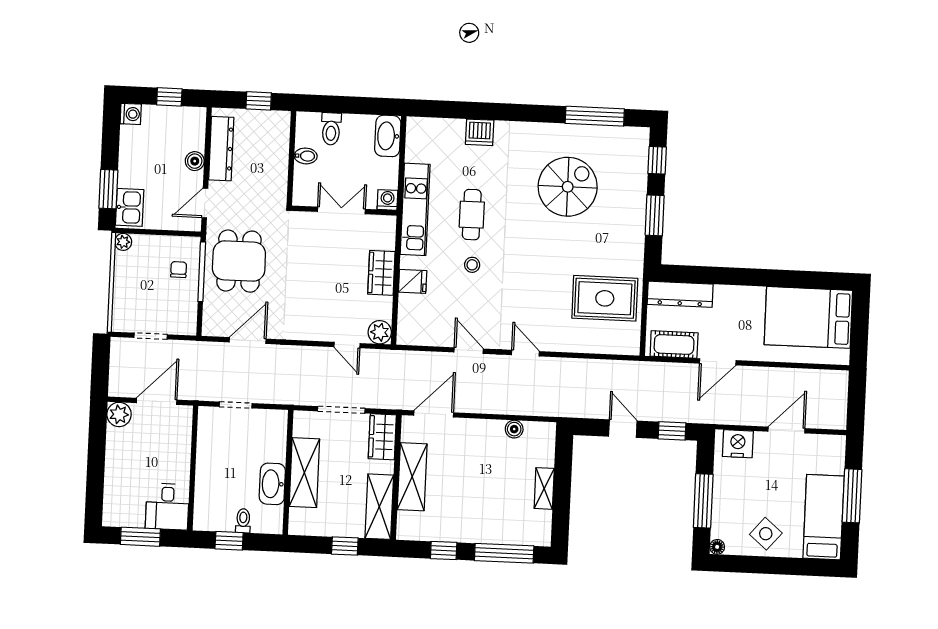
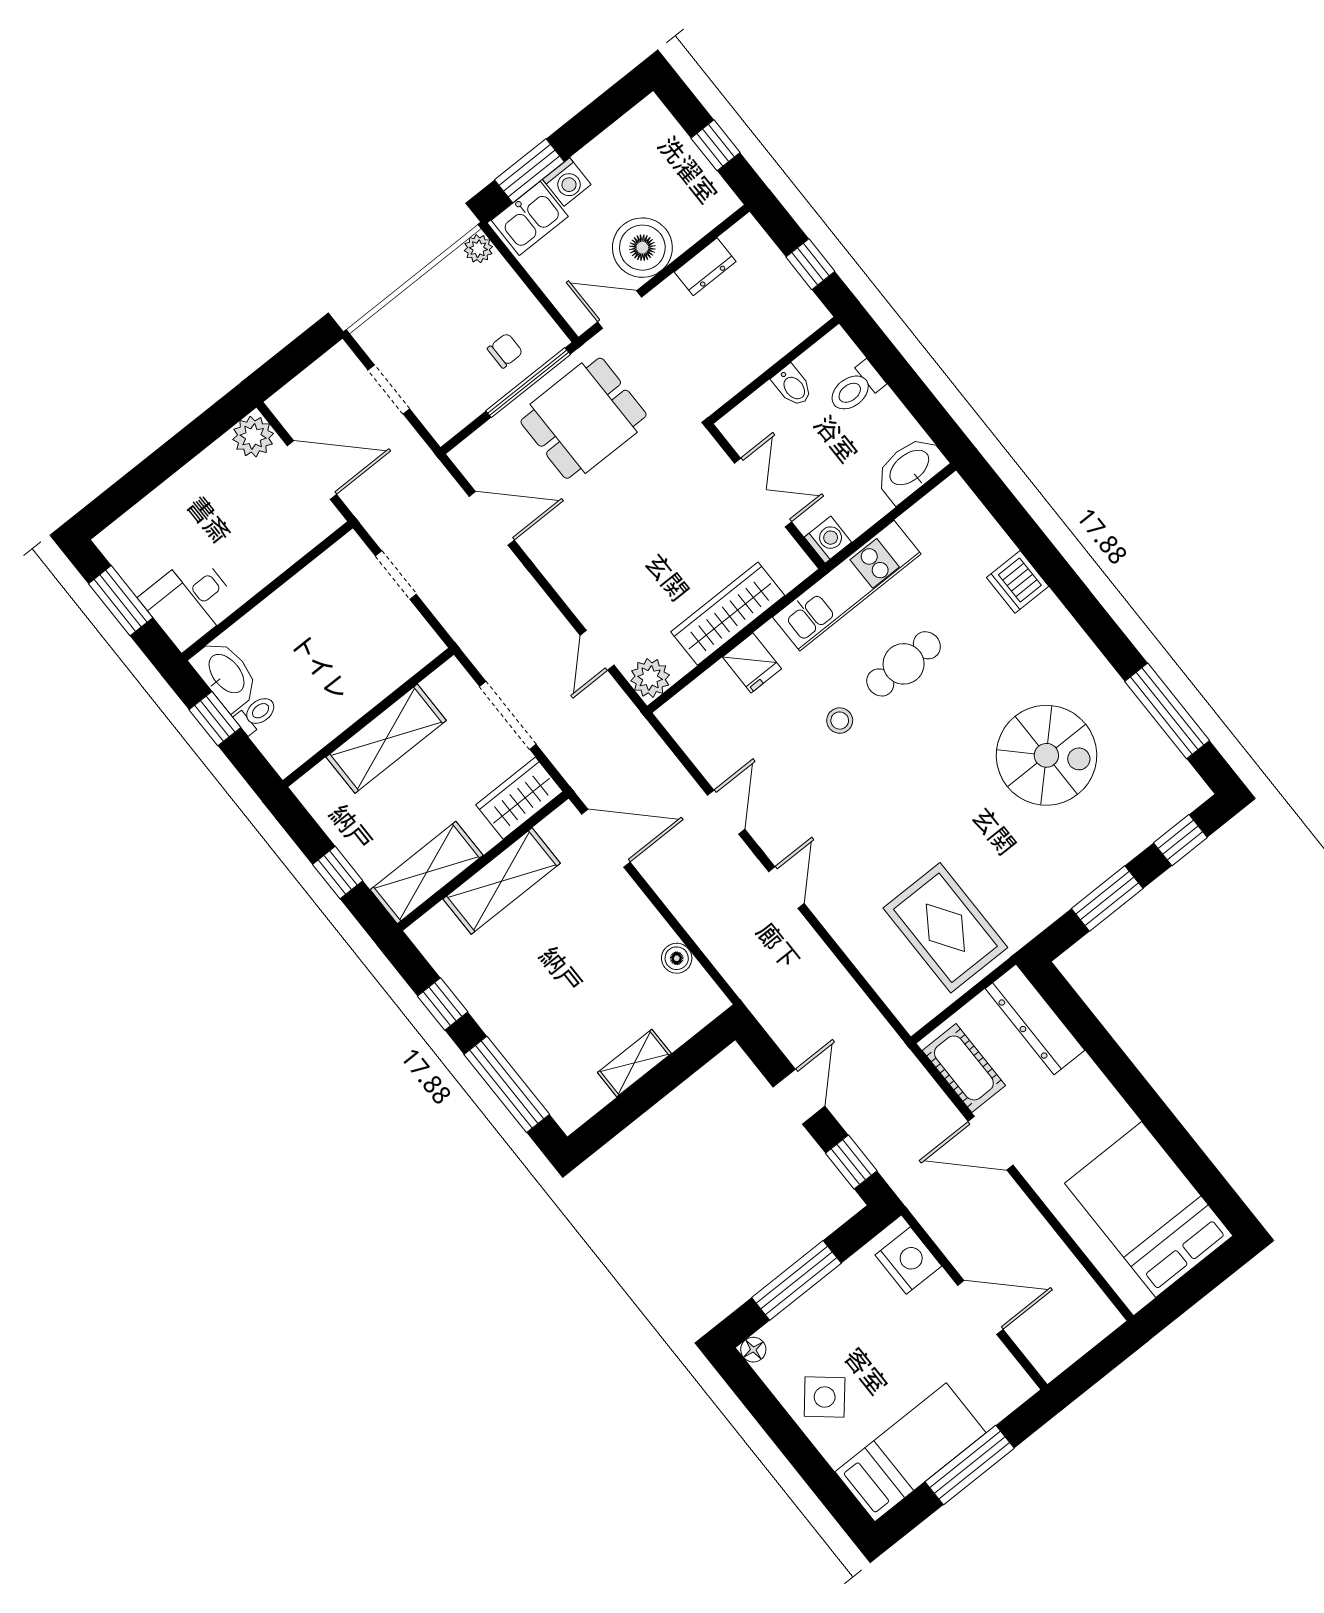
washing machine: (131, 114) -> (567, 182), moved
dresser: (221, 149) -> (705, 267), width x0.51, depth x0.80
boiler: (195, 161) -> (642, 248), width x1.86, depth x1.86
wardrobe: (381, 273) -> (728, 614), width x1.50
washbasin: (272, 484) -> (226, 674), moved, turned 90

